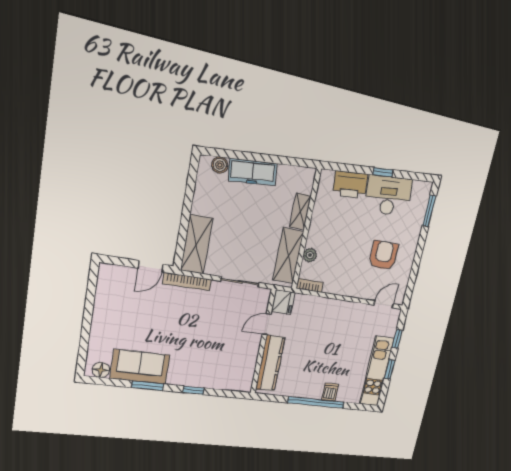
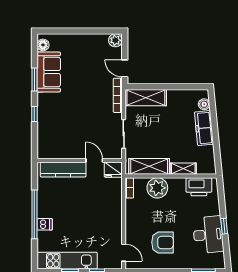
printer: (350, 185) -> (199, 187), moved, turned -84
plant: (310, 255) -> (157, 188), width x1.87, depth x1.87
plant: (108, 273) -> (115, 40), added

